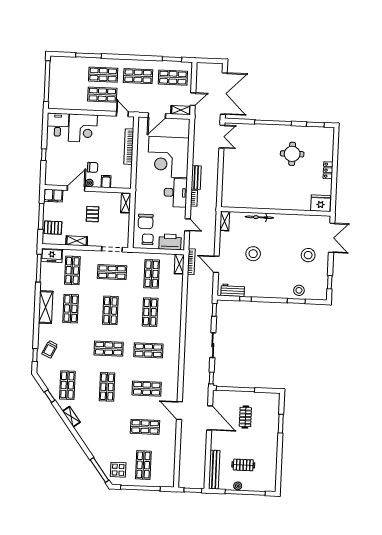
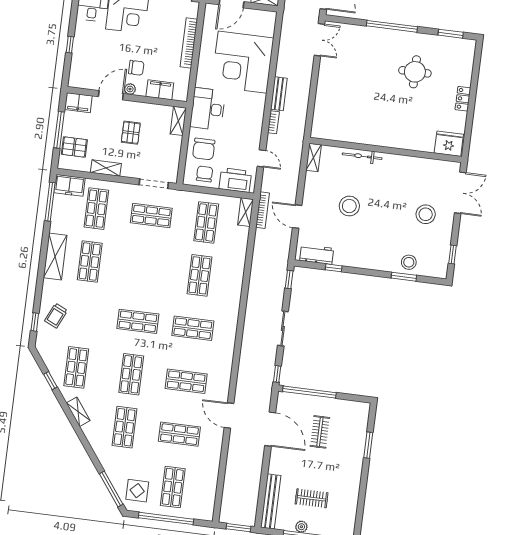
filing cabinet: (106, 182) -> (160, 90), width x2.00
desk: (176, 193) -> (208, 109), moved, turned 180
shop shelf: (110, 310) -> (125, 427), moved

